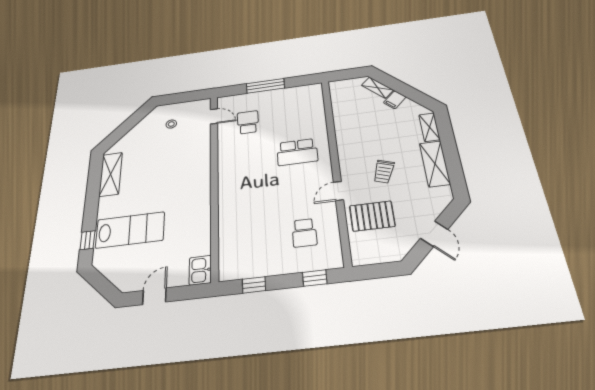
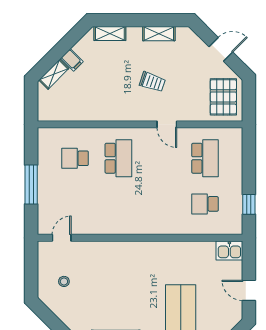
school desk: (248, 122) -> (75, 158), moved
shelving: (435, 164) -> (159, 34), width x0.67, depth x0.75
pallet: (372, 216) -> (223, 97), moved
school desk: (304, 233) -> (205, 158), width x1.85
school desk: (253, 239) -> (205, 204), added
window: (315, 278) -> (249, 153), removed

